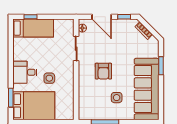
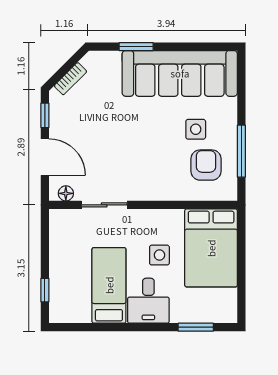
door: (102, 17) -> (45, 157), hinge flipped
bed: (33, 28) -> (109, 285), moved
armchair: (103, 71) -> (206, 165), moved, turned -90
bed: (34, 106) -> (211, 248), moved, turned 180

